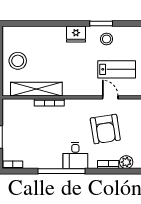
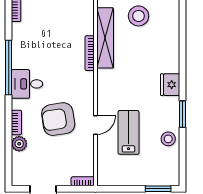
stool: (107, 39) -> (168, 139), moved
lab bench: (117, 69) -> (129, 132), turned 180

